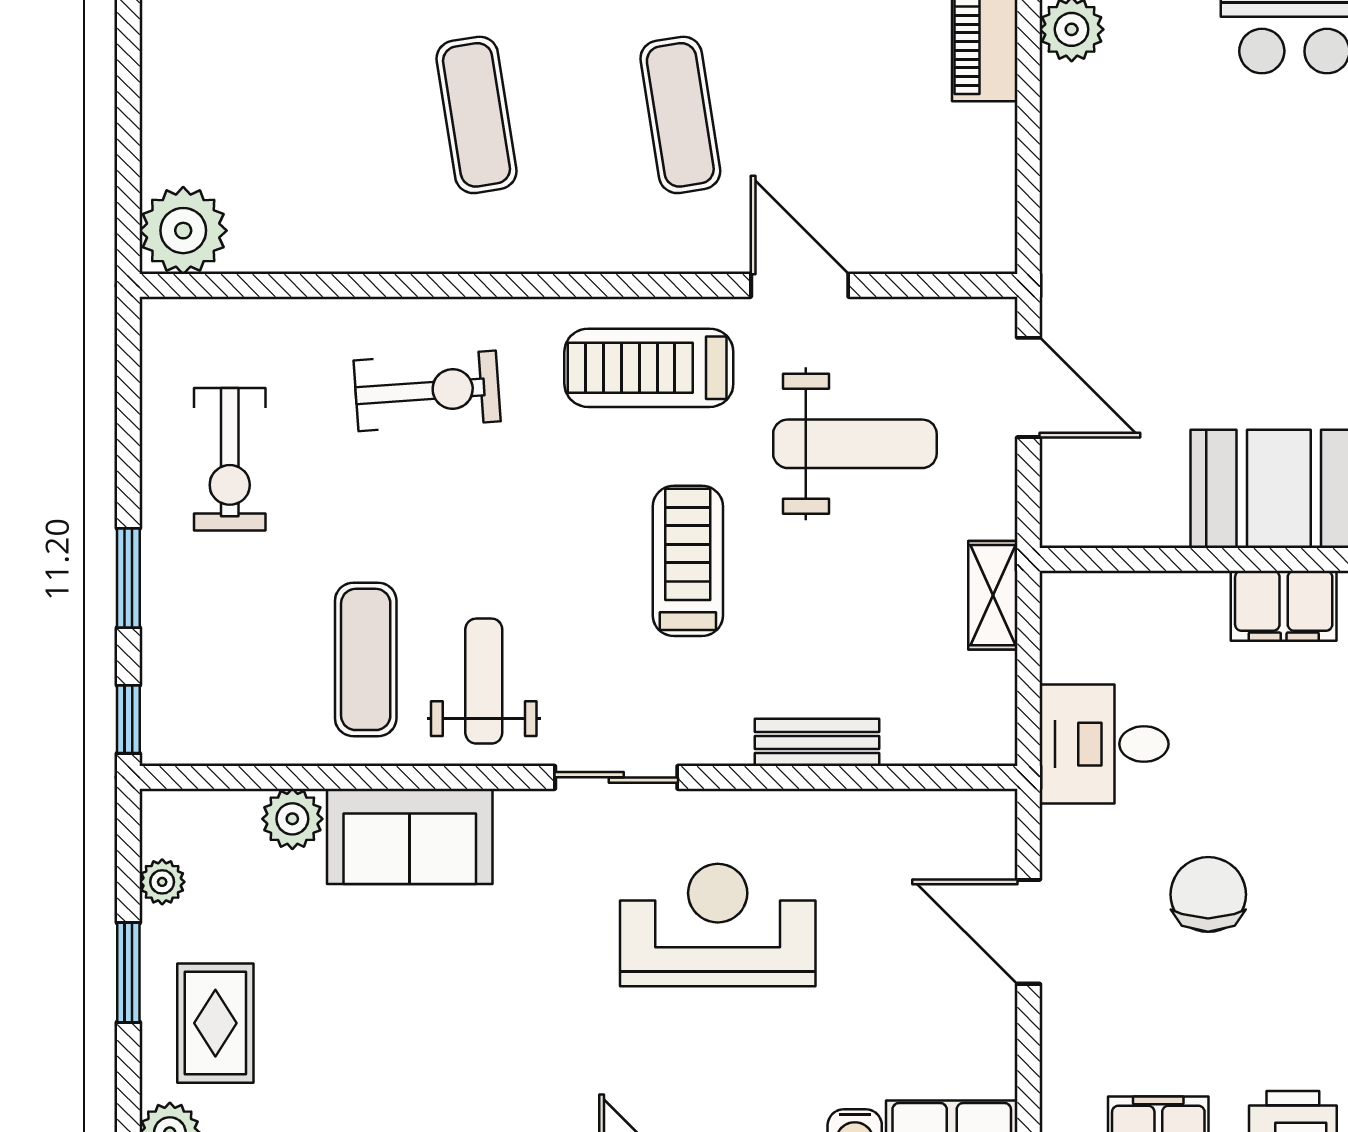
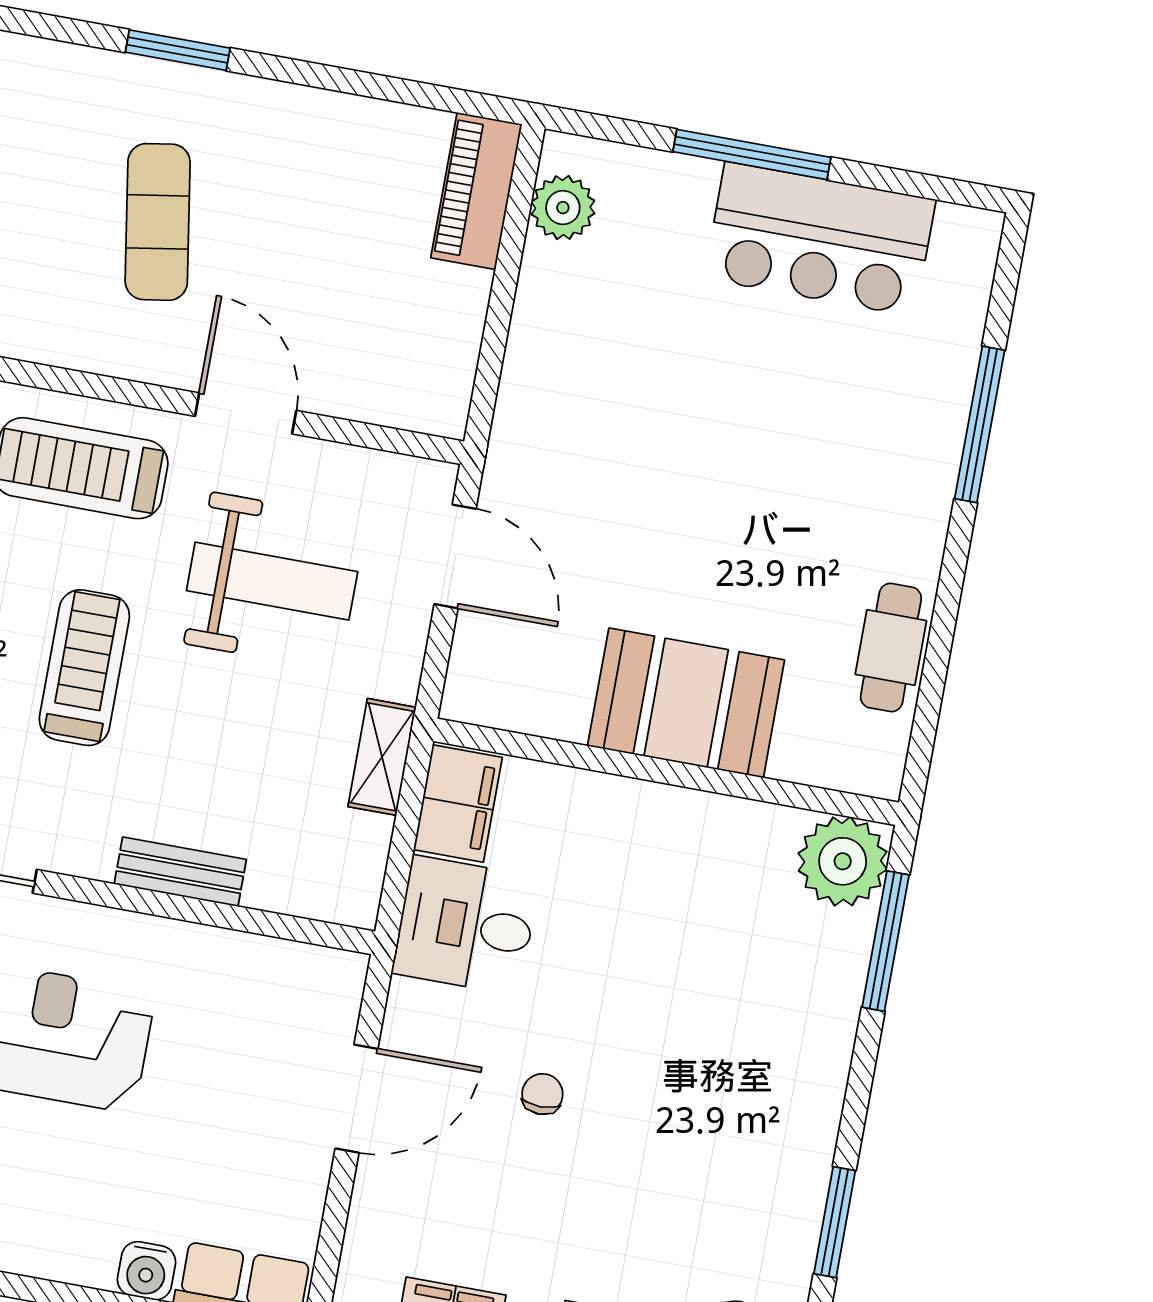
filing cabinet: (1284, 606) -> (458, 804), moved, turned -90
chair: (1208, 894) -> (542, 1094), width x0.54, depth x0.54
door: (1028, 932) -> (357, 1099), swing flipped

